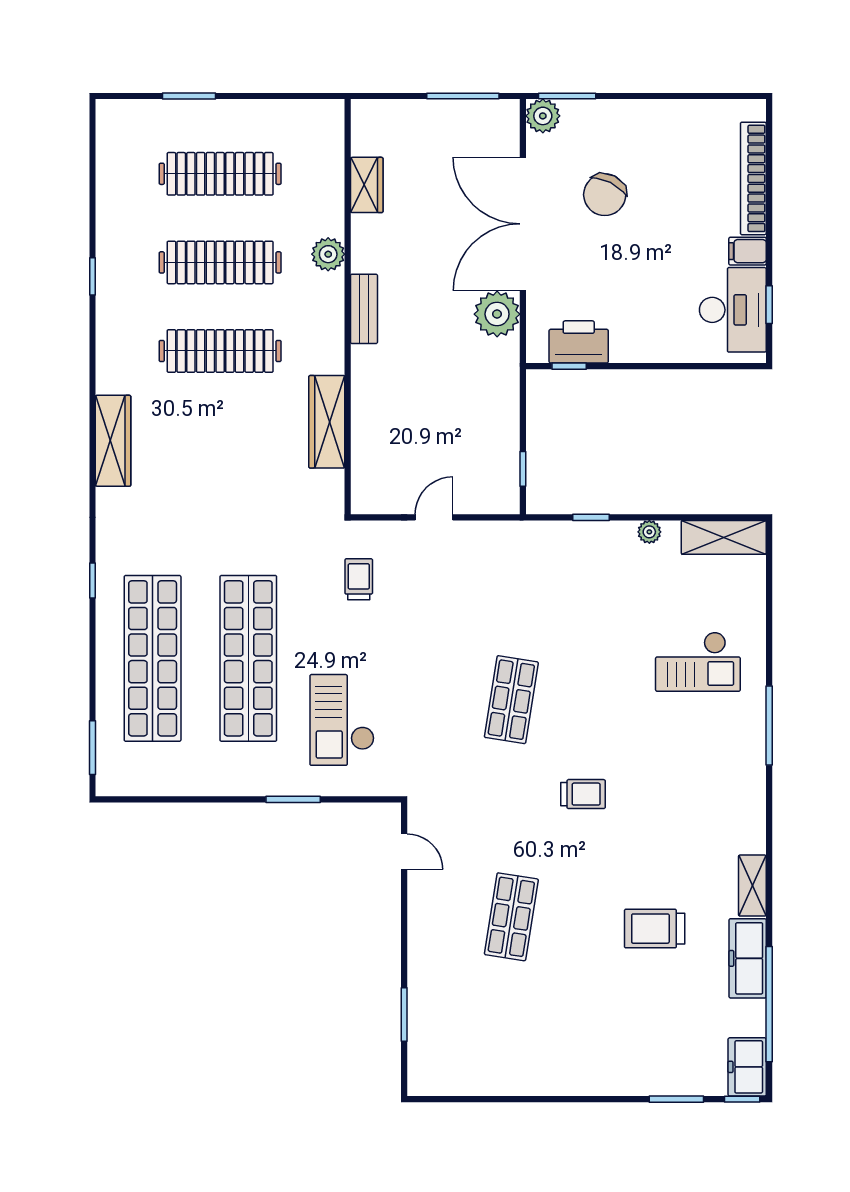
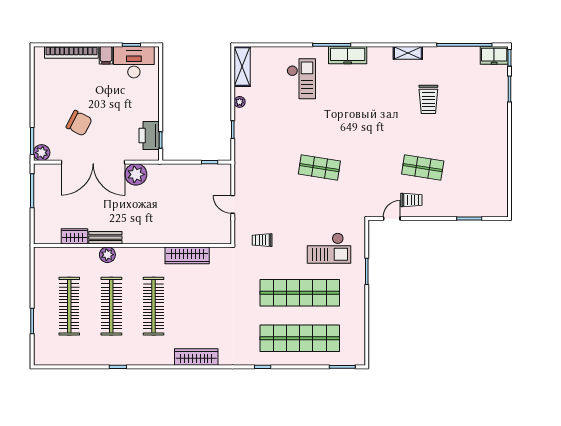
bench: (364, 309) -> (105, 238), moved
trolley: (583, 794) -> (411, 200), moved, turned 90
freezer: (748, 958) -> (348, 55), moved

